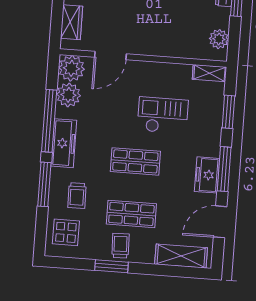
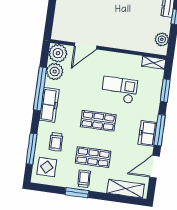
wardrobe: (72, 22) -> (60, 21), removed
window: (44, 184) -> (32, 149), moved

